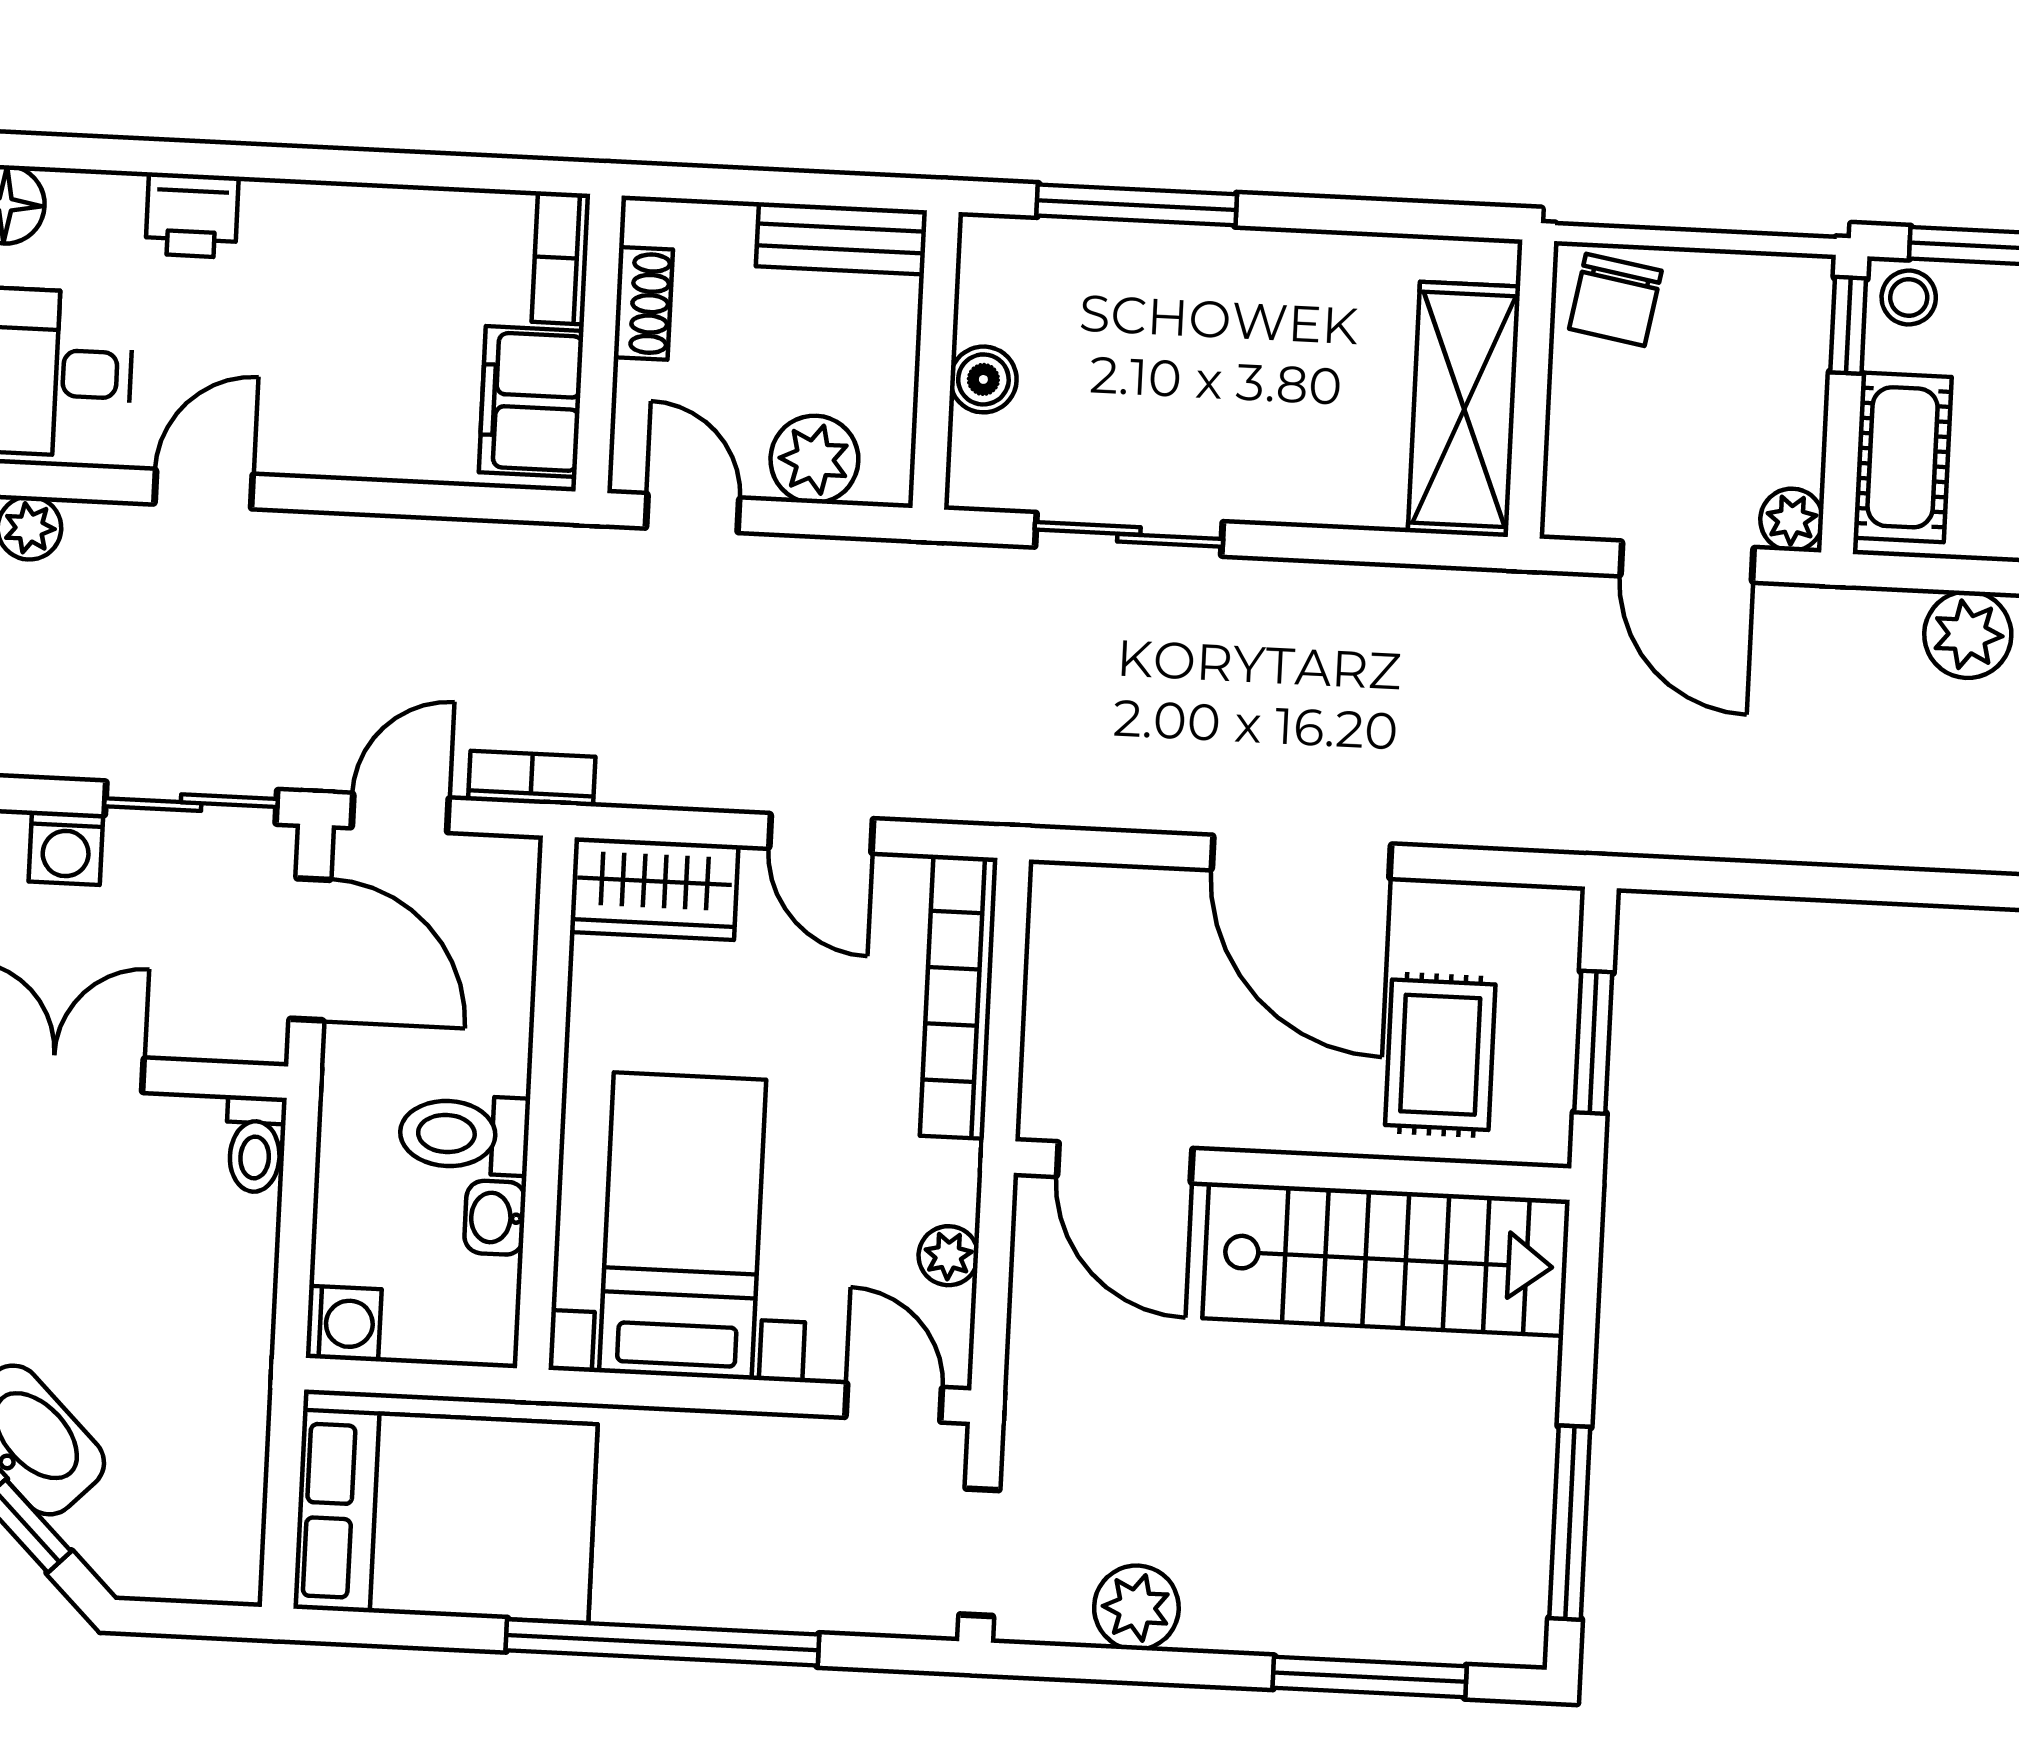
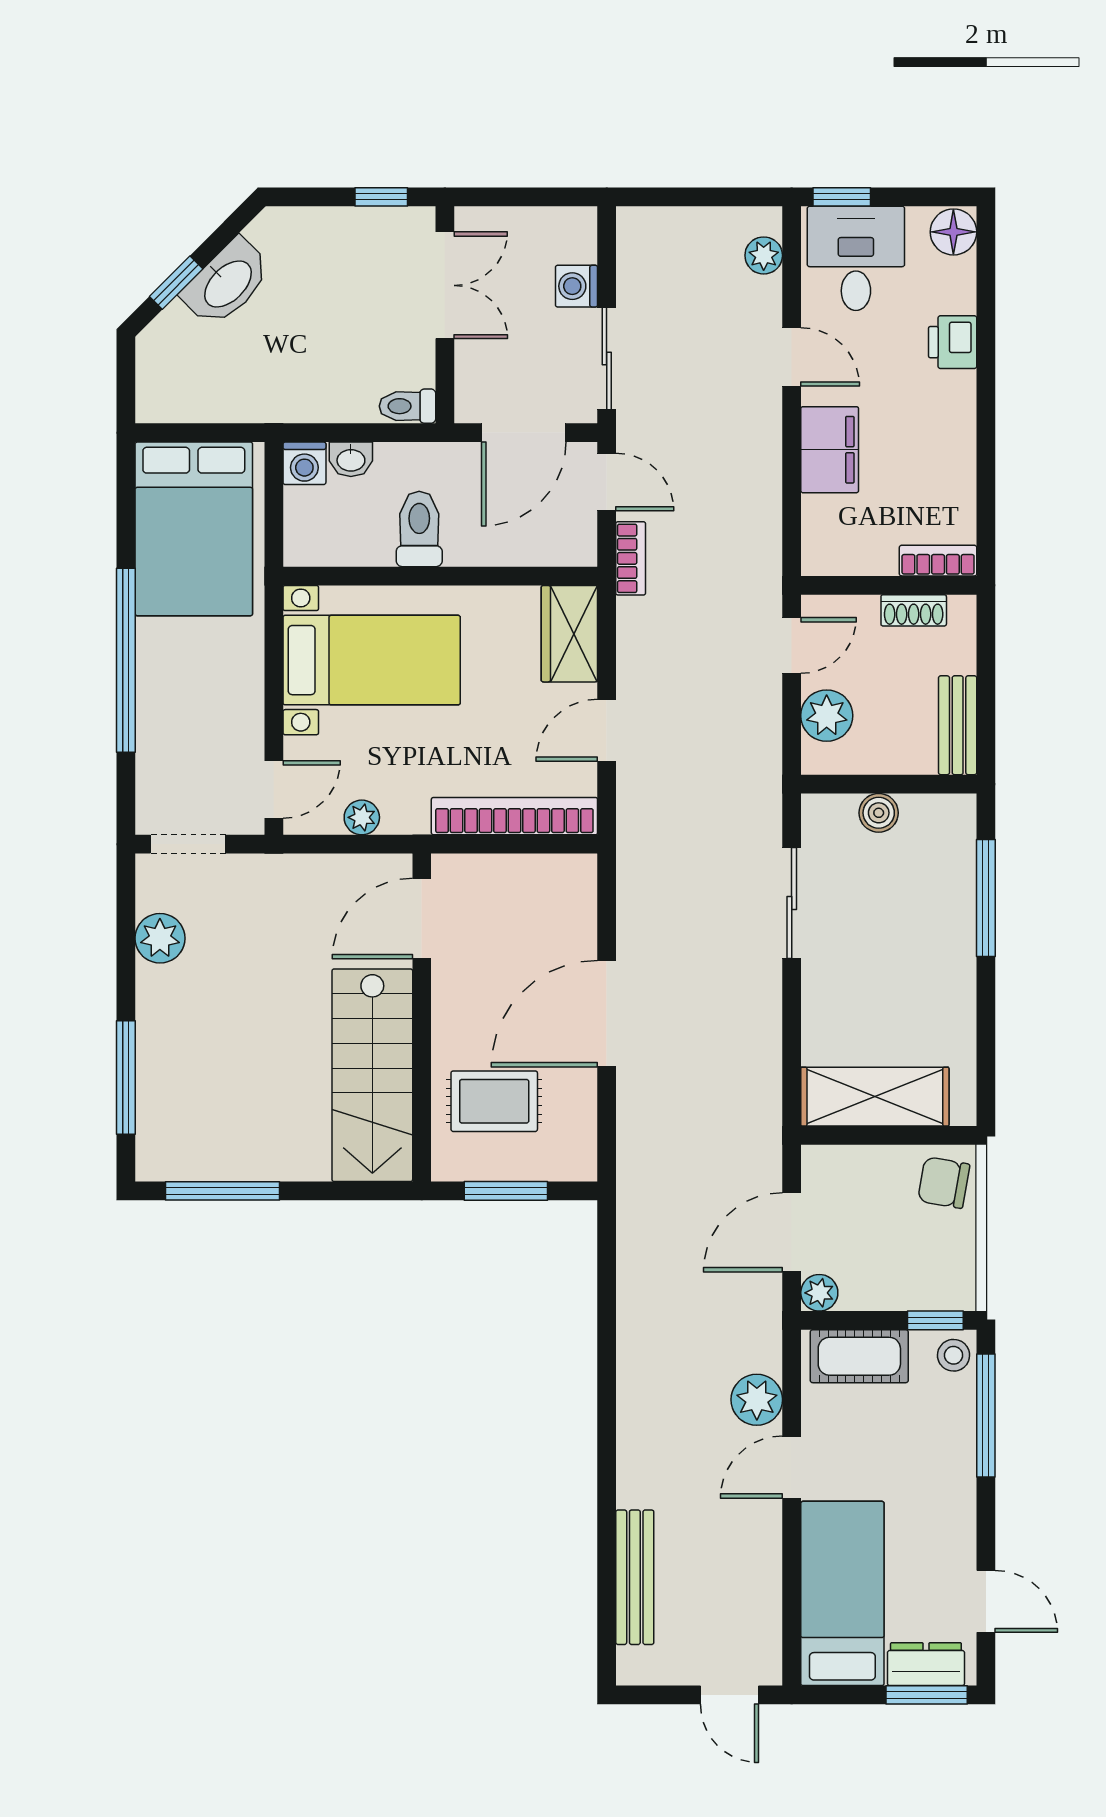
filing cabinet: (531, 402) -> (830, 450), moved, turned 90
washbasin: (495, 1218) -> (351, 459), moved, turned 180

